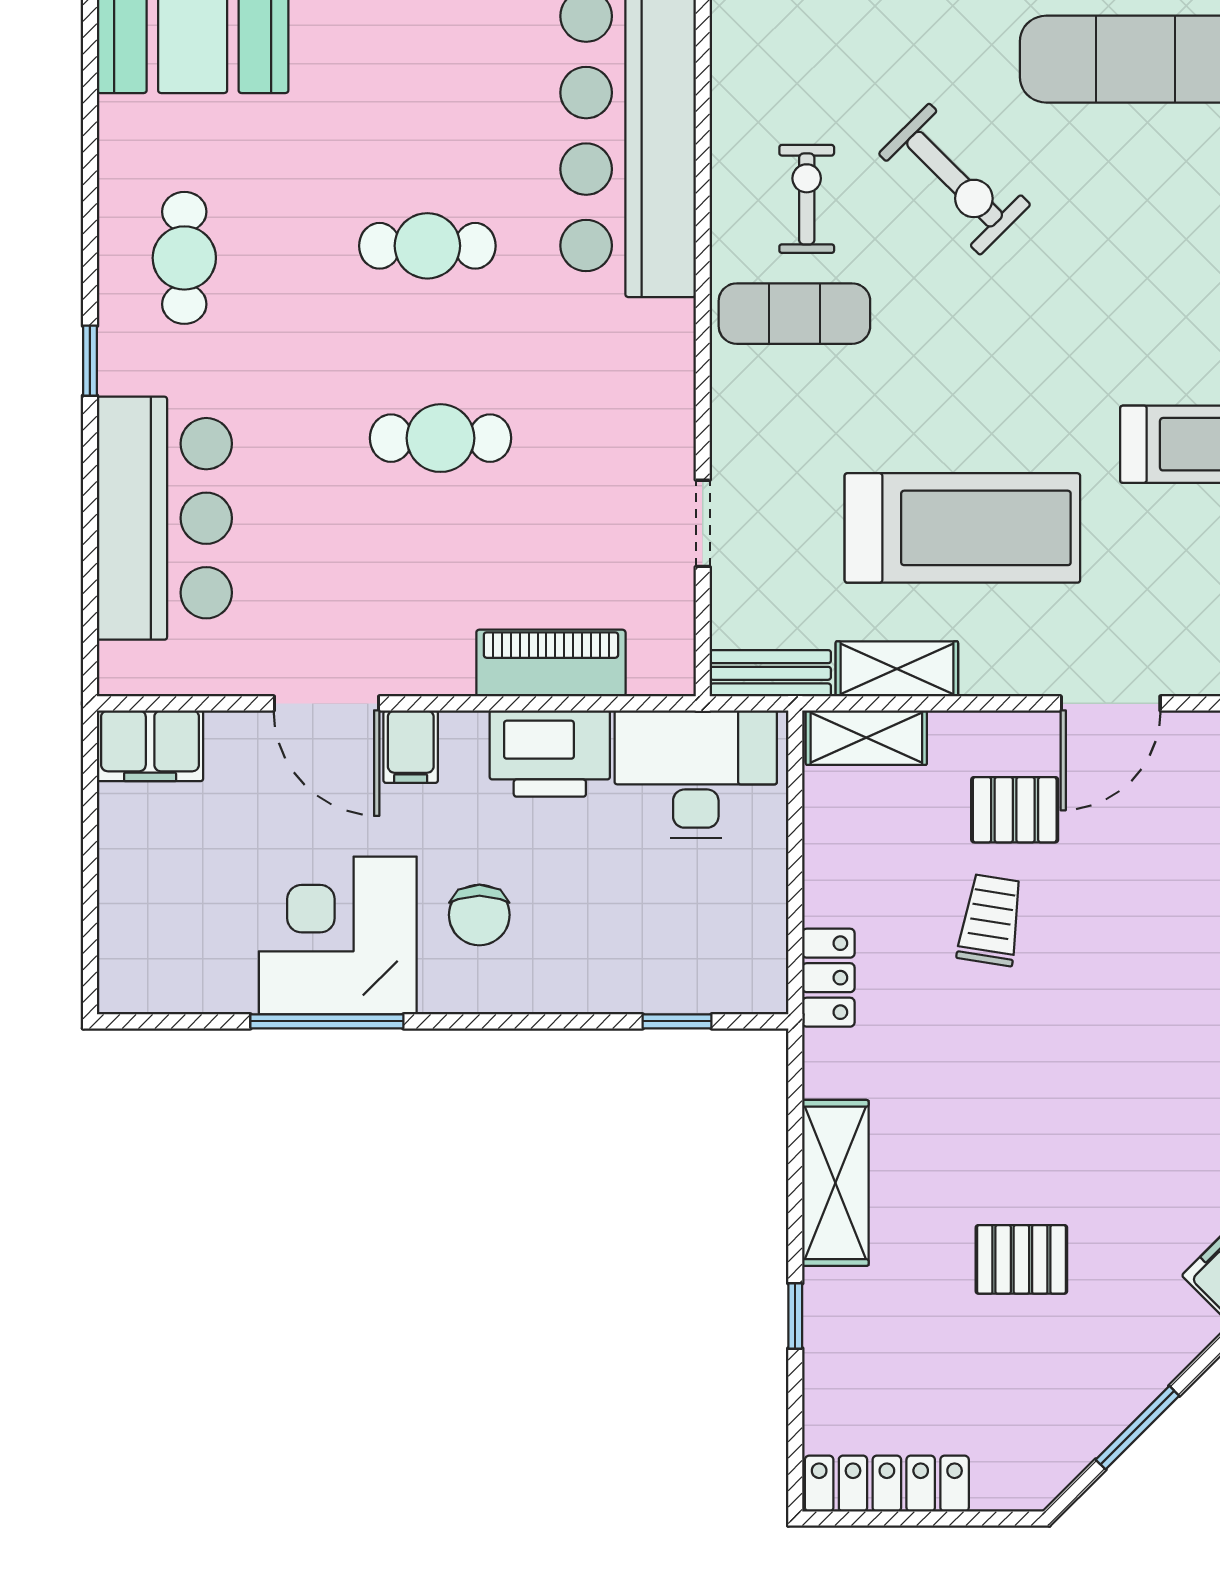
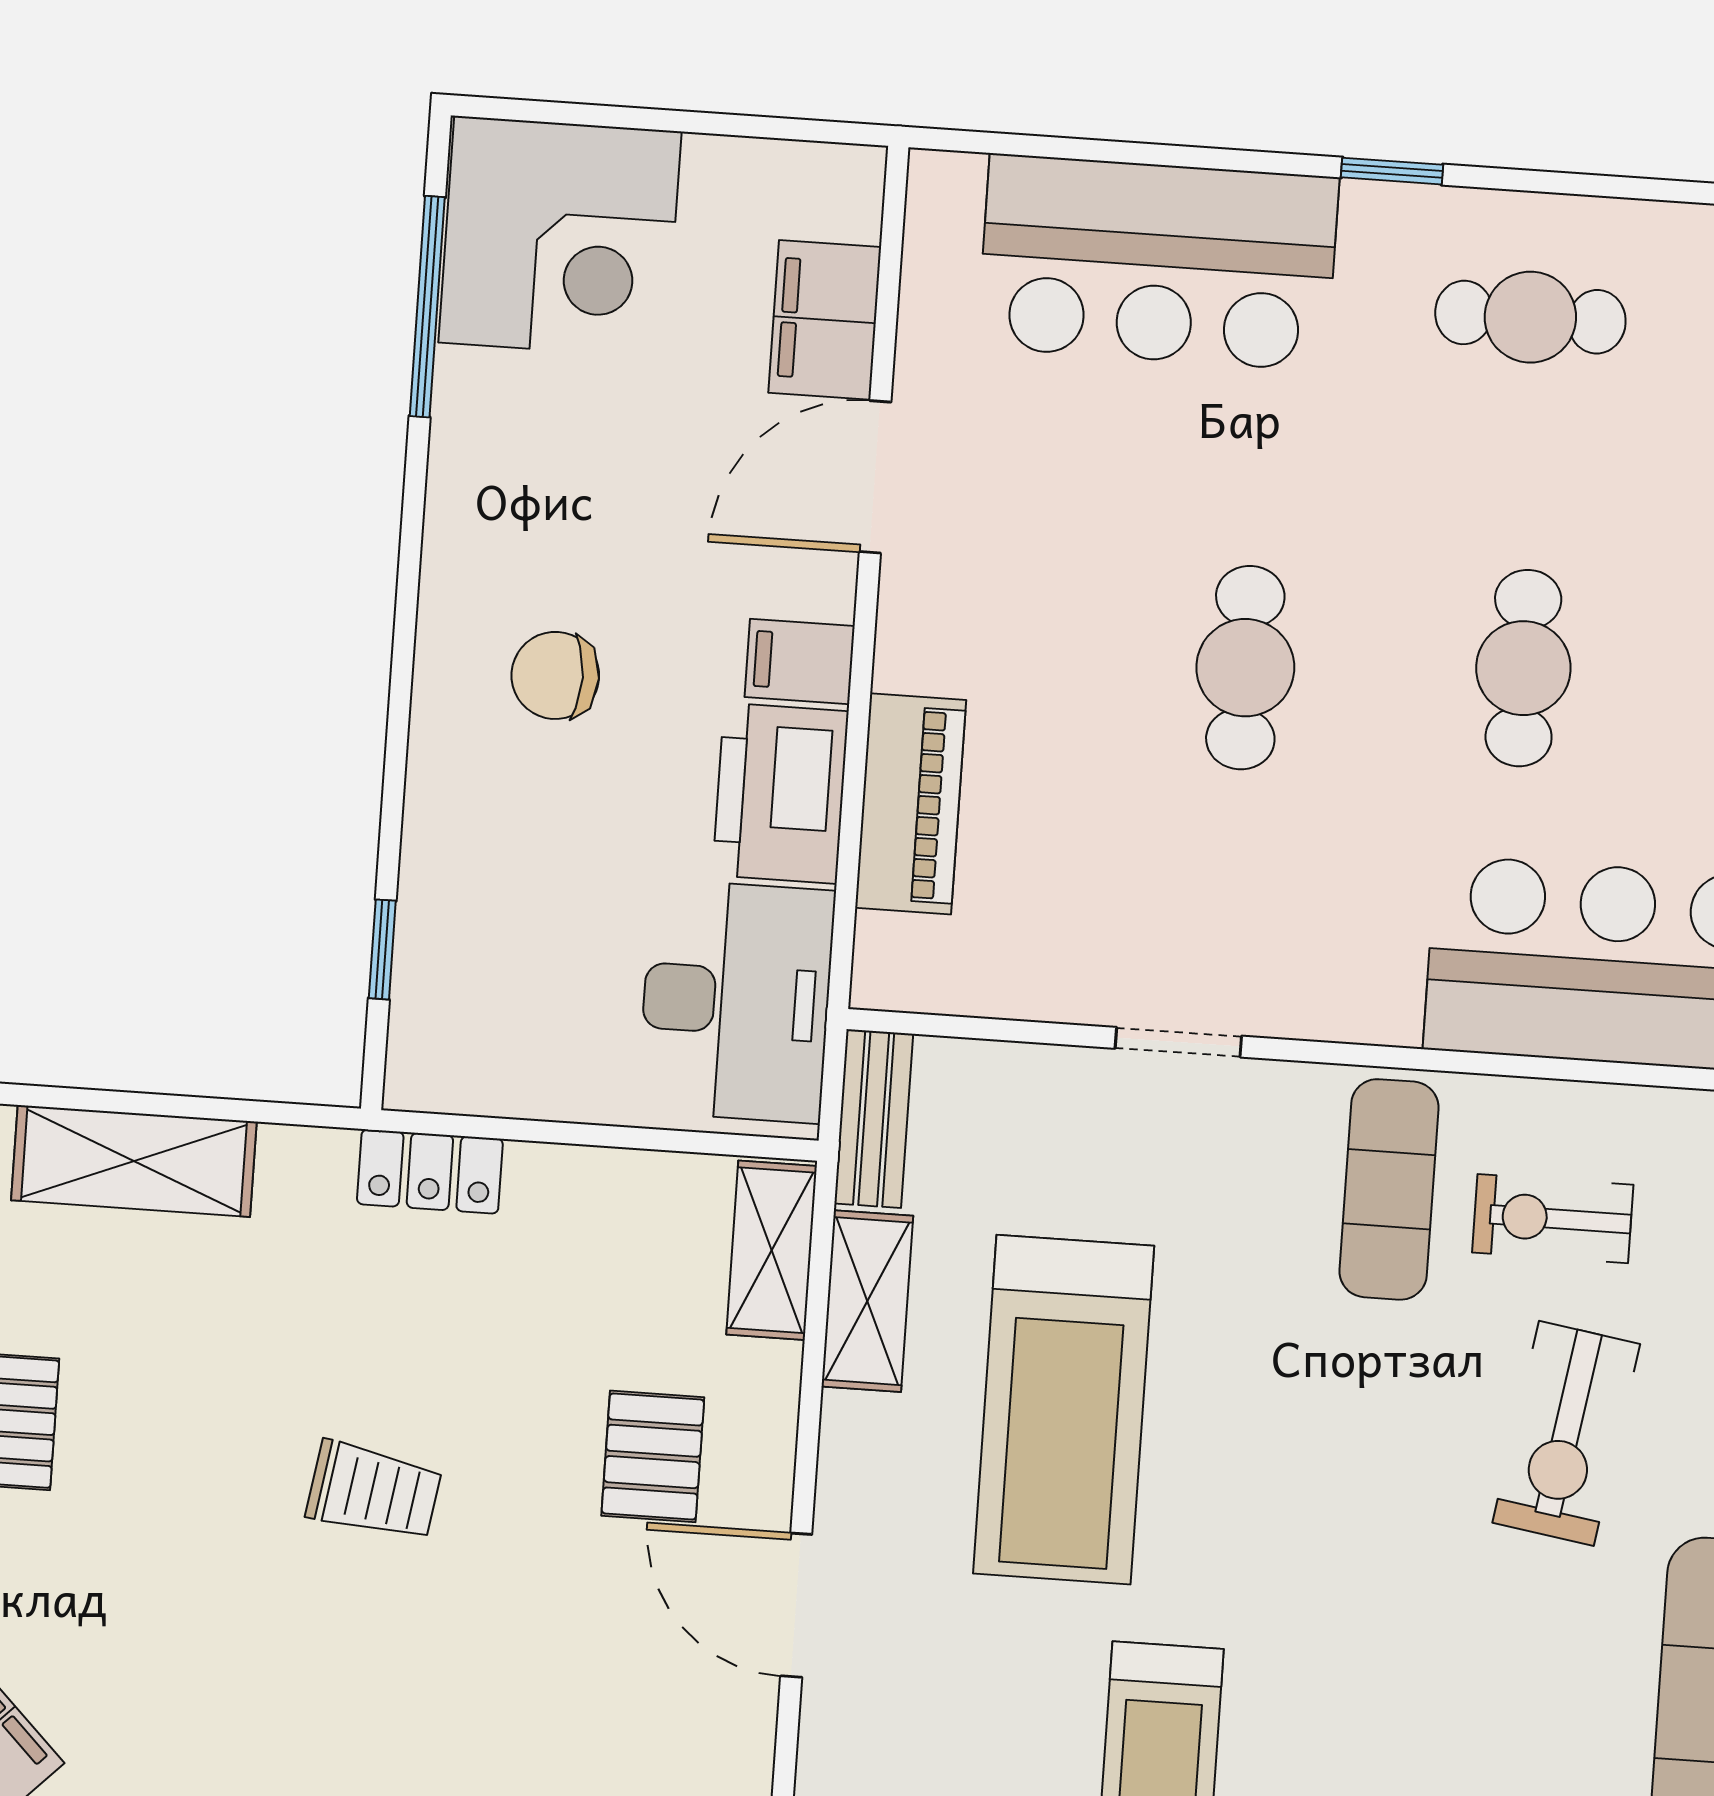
exercise bike: (955, 179) -> (1566, 1433), turned -36
exercise bike: (807, 199) -> (1553, 1219), turned 180
doorway: (703, 523) -> (1178, 1042), moved
filing cabinet: (150, 746) -> (825, 320), moved
filing cabinet: (411, 747) -> (800, 661), moved
trolley: (991, 920) -> (374, 1491), moved
corner desk: (338, 935) -> (560, 237), moved, turned 90
window: (327, 1021) -> (427, 307), moved

